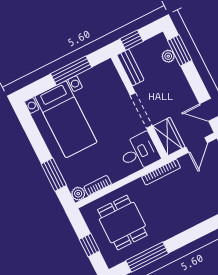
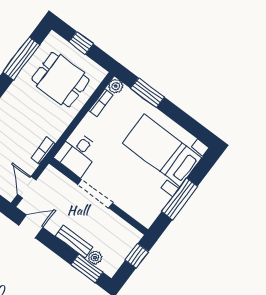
bench: (130, 67) -> (74, 241), moved
wardrobe: (169, 137) -> (57, 182), removed
bookcase: (161, 172) -> (43, 151), width x0.64

